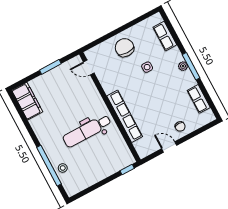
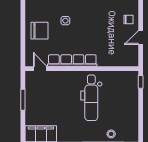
chair: (125, 48) -> (40, 31), turned 180
door: (89, 67) -> (40, 69), swing flipped
row of seats: (125, 116) -> (72, 61), moved

